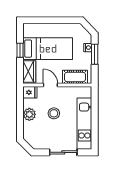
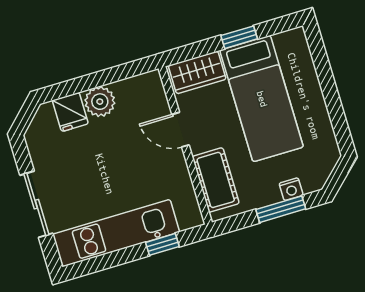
door: (50, 85) -> (181, 130), swing flipped
fridge: (30, 92) -> (70, 112), moved
window: (95, 106) -> (162, 244), added
stool: (54, 113) -> (119, 157), removed

